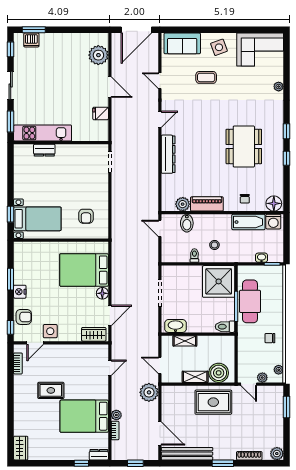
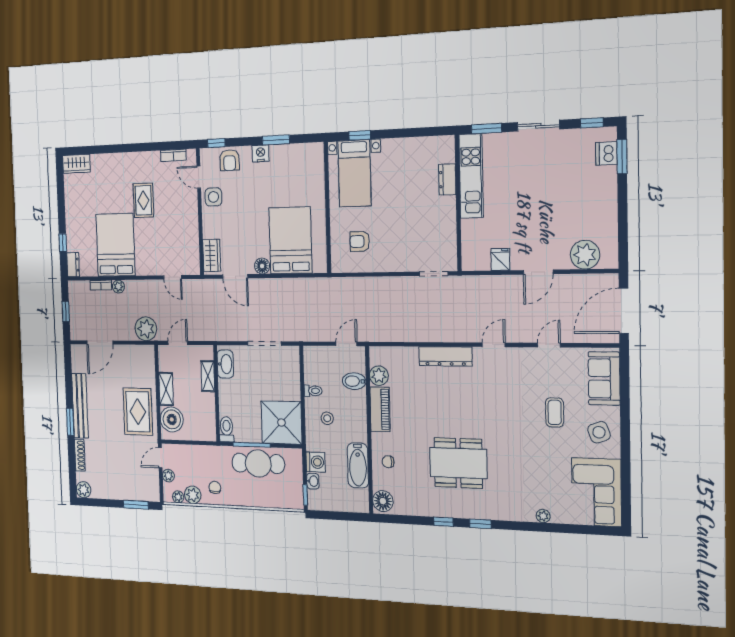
door: (136, 30) -> (624, 311), hinge flipped
door: (160, 119) -> (494, 345), swing flipped
washing machine: (273, 222) -> (316, 462), moved, turned 180
plant: (276, 357) -> (193, 495), added
bench: (187, 454) -> (80, 406), moved

